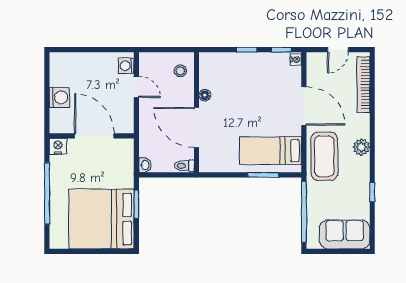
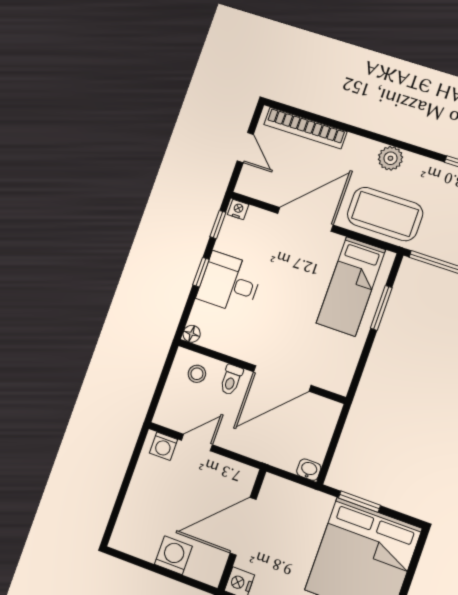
desk: (246, 71) -> (230, 283), added
floor lamp: (205, 95) -> (192, 334), moved
toilet: (184, 166) -> (231, 380), moved

